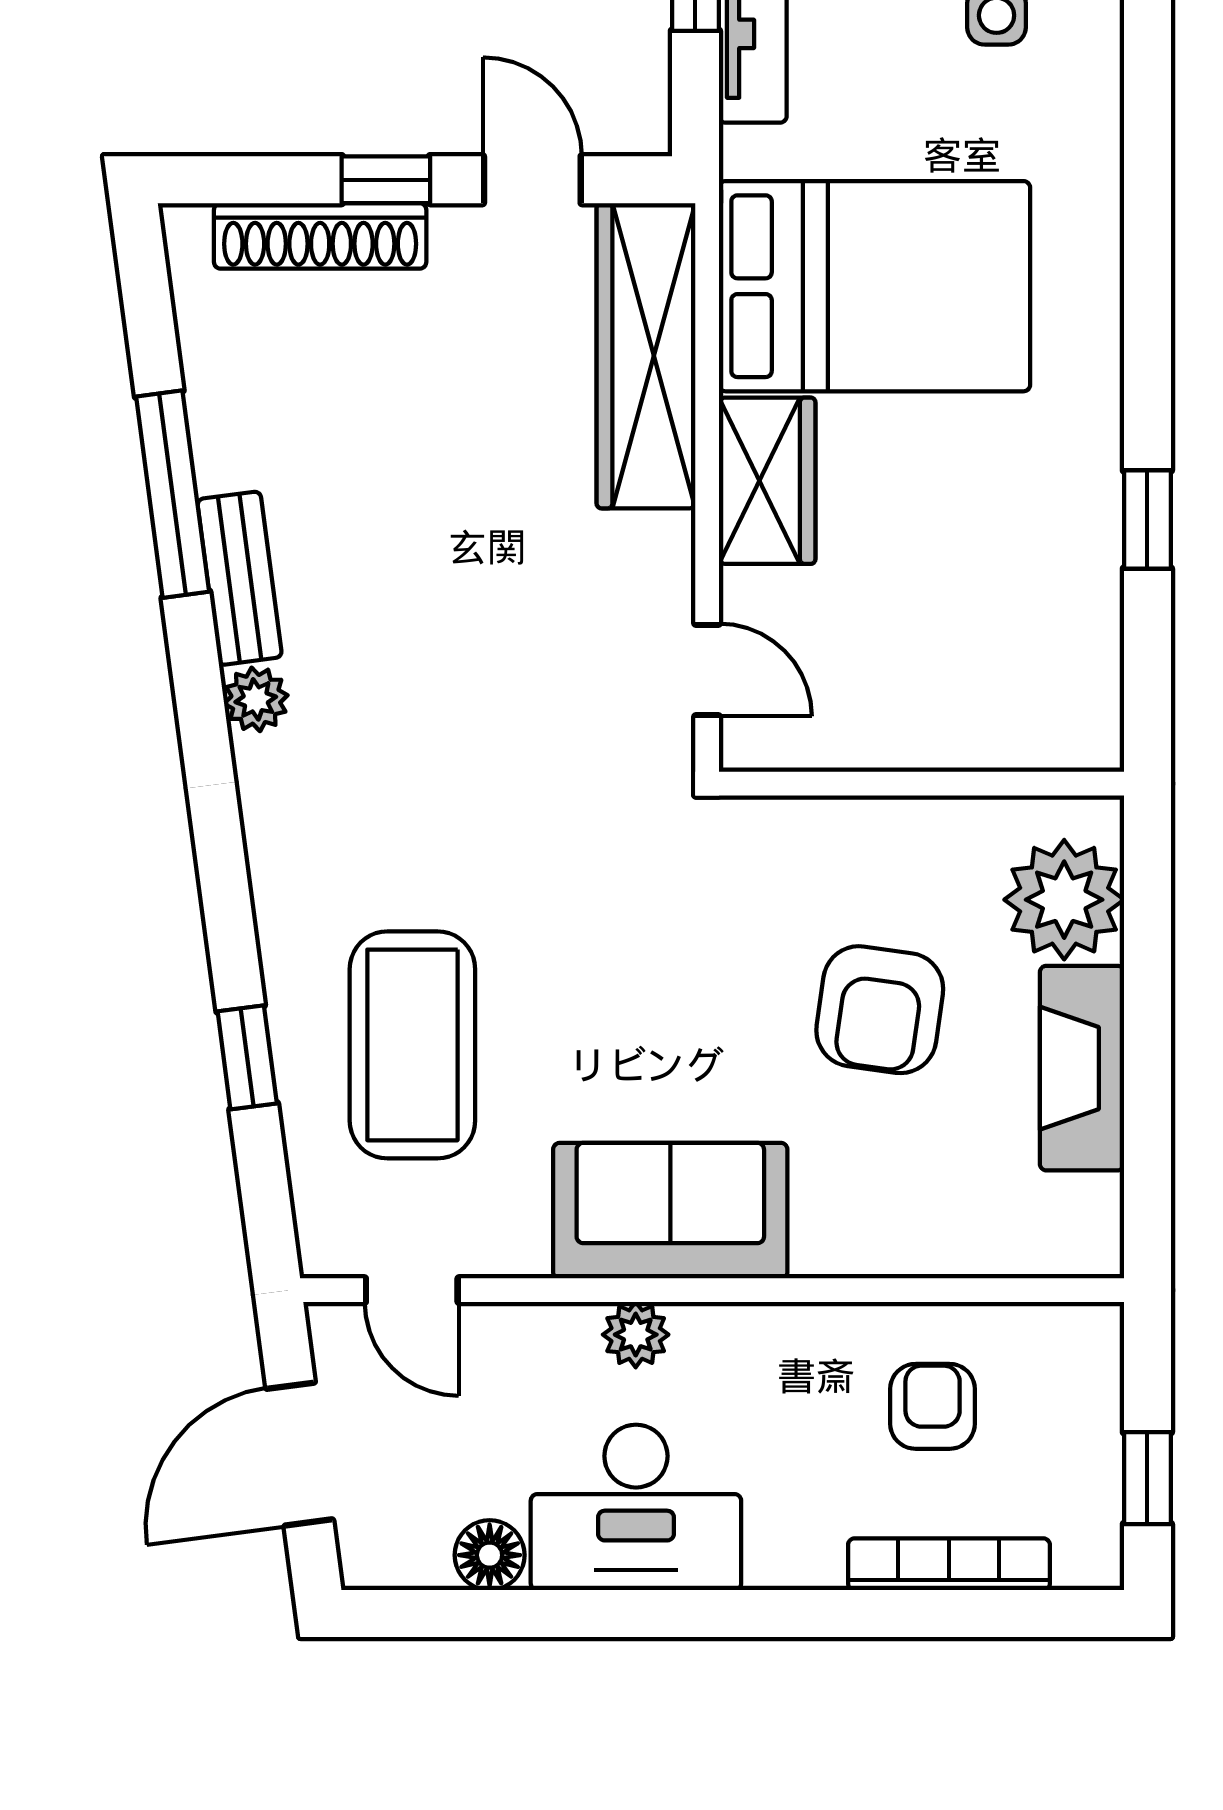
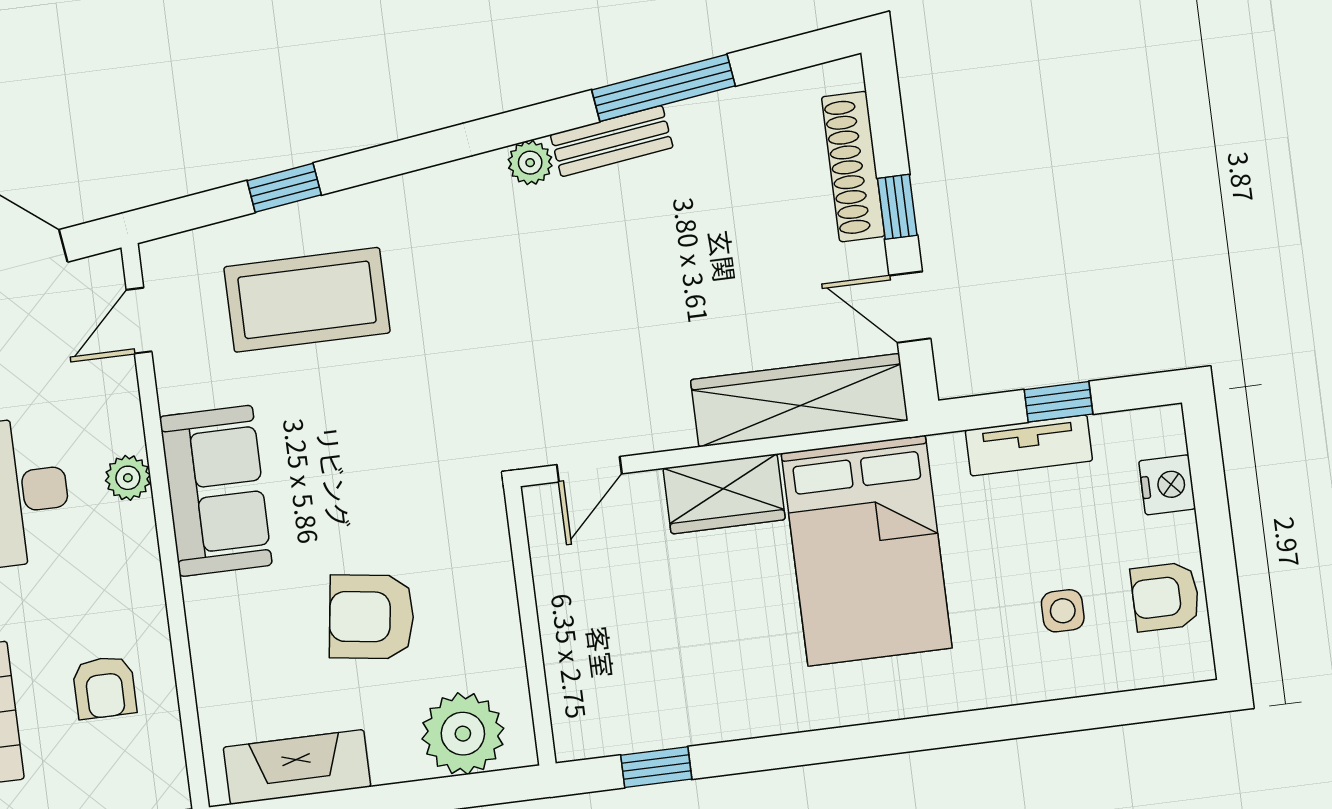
door: (532, 180) -> (910, 307), swing flipped
window: (1147, 520) -> (656, 767), moved
fireplace: (1082, 1068) -> (297, 767), moved
armchair: (933, 1406) -> (104, 687), turned 90

